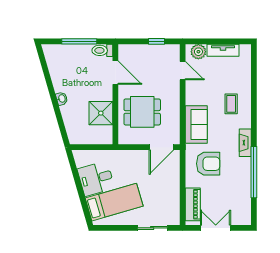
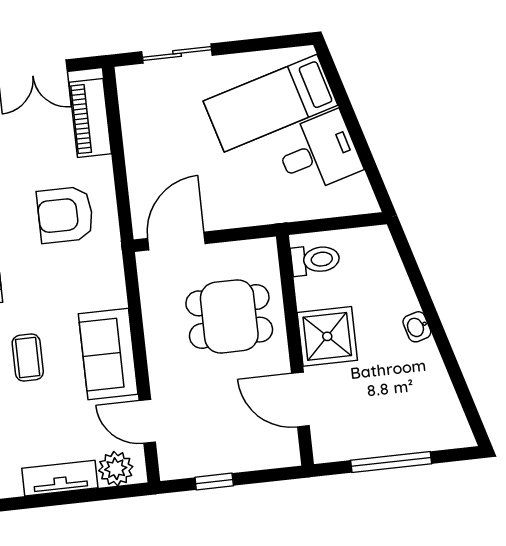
toilet: (102, 50) -> (315, 260), moved
shower: (101, 113) -> (327, 336), moved
sofa: (196, 124) -> (108, 354), moved

